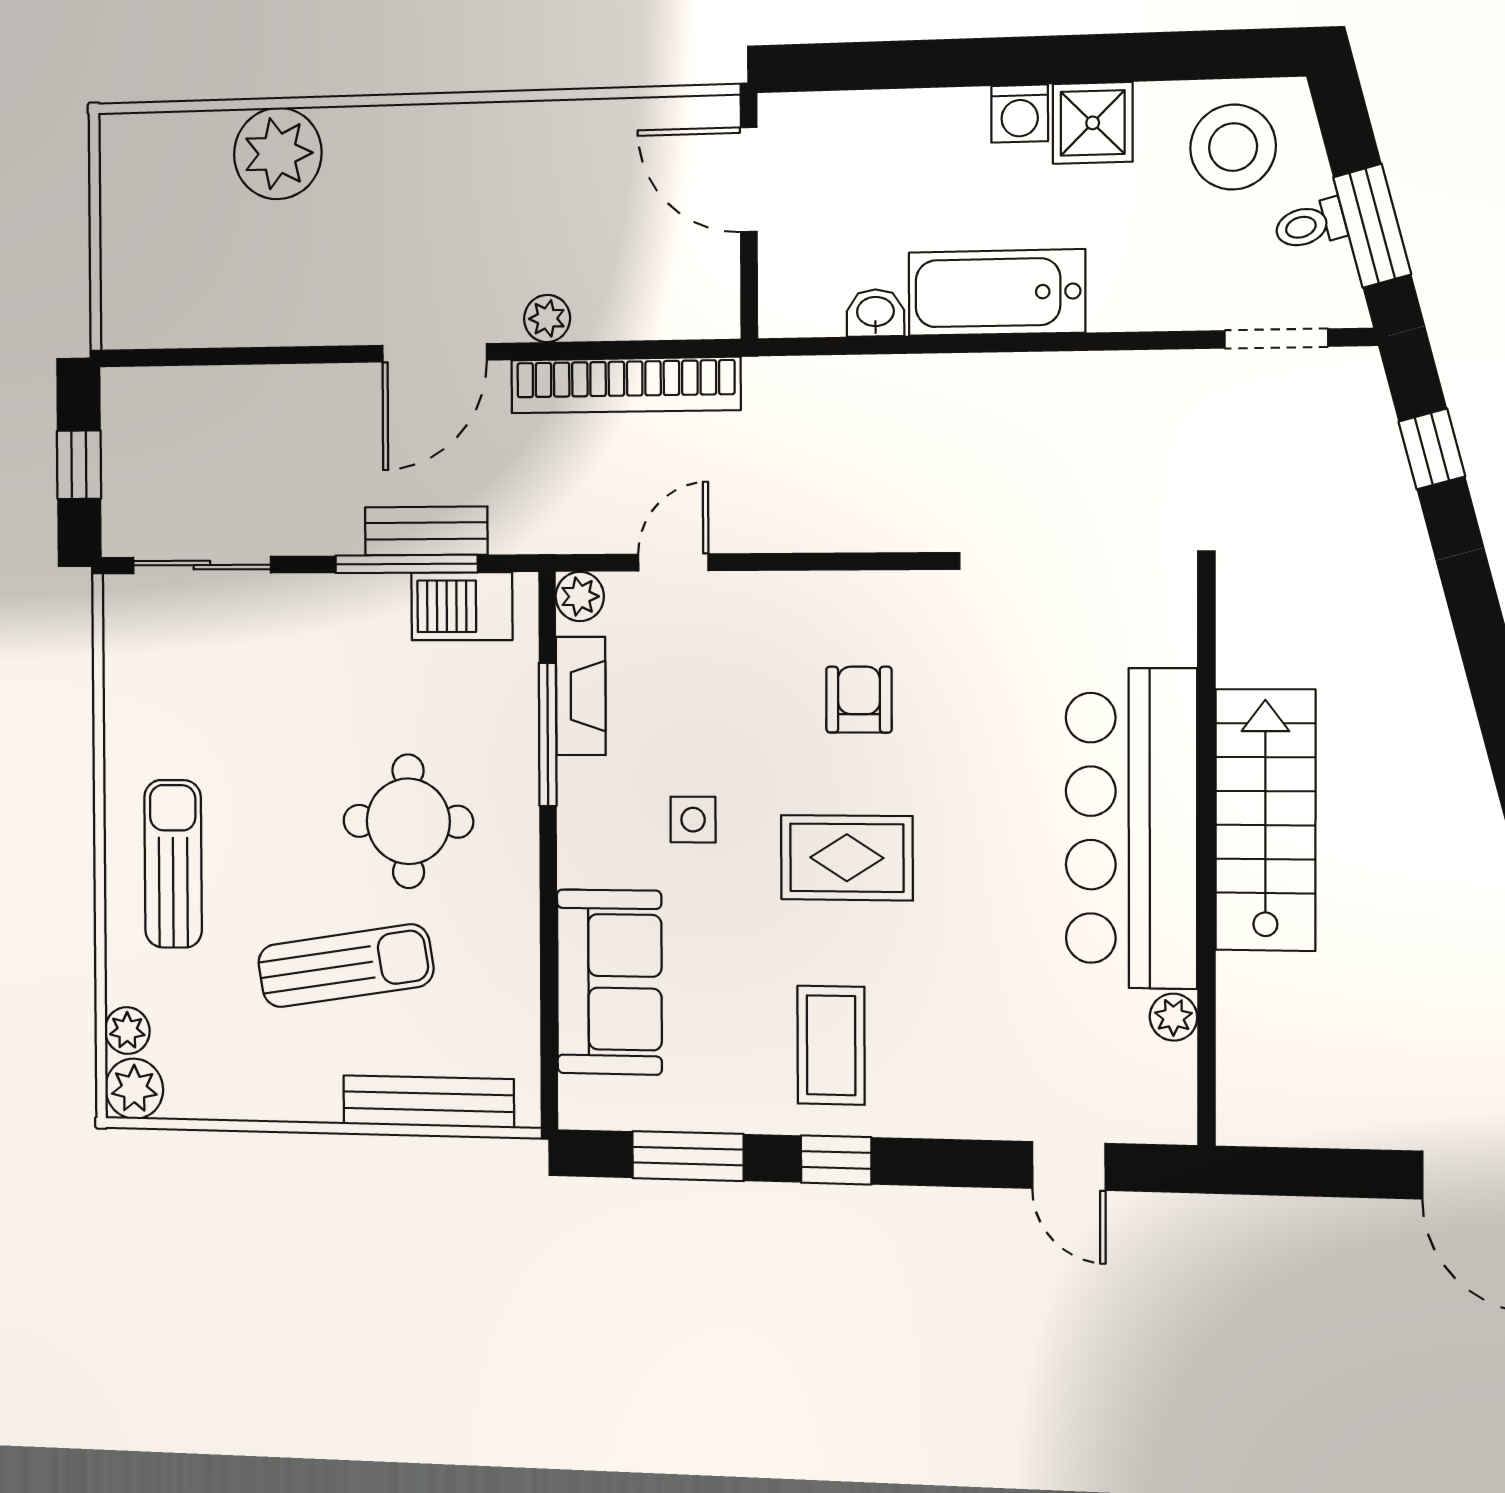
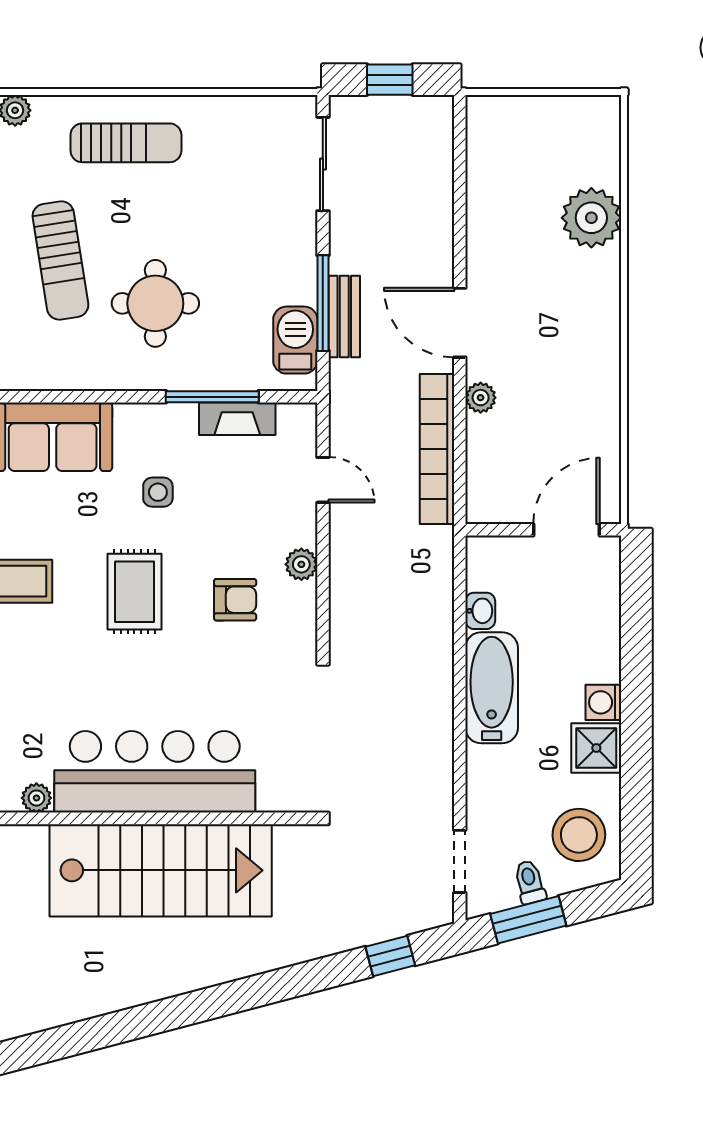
plant: (580, 596) -> (301, 564), moved
stairs: (1265, 820) -> (161, 870), width x1.36, depth x1.51

